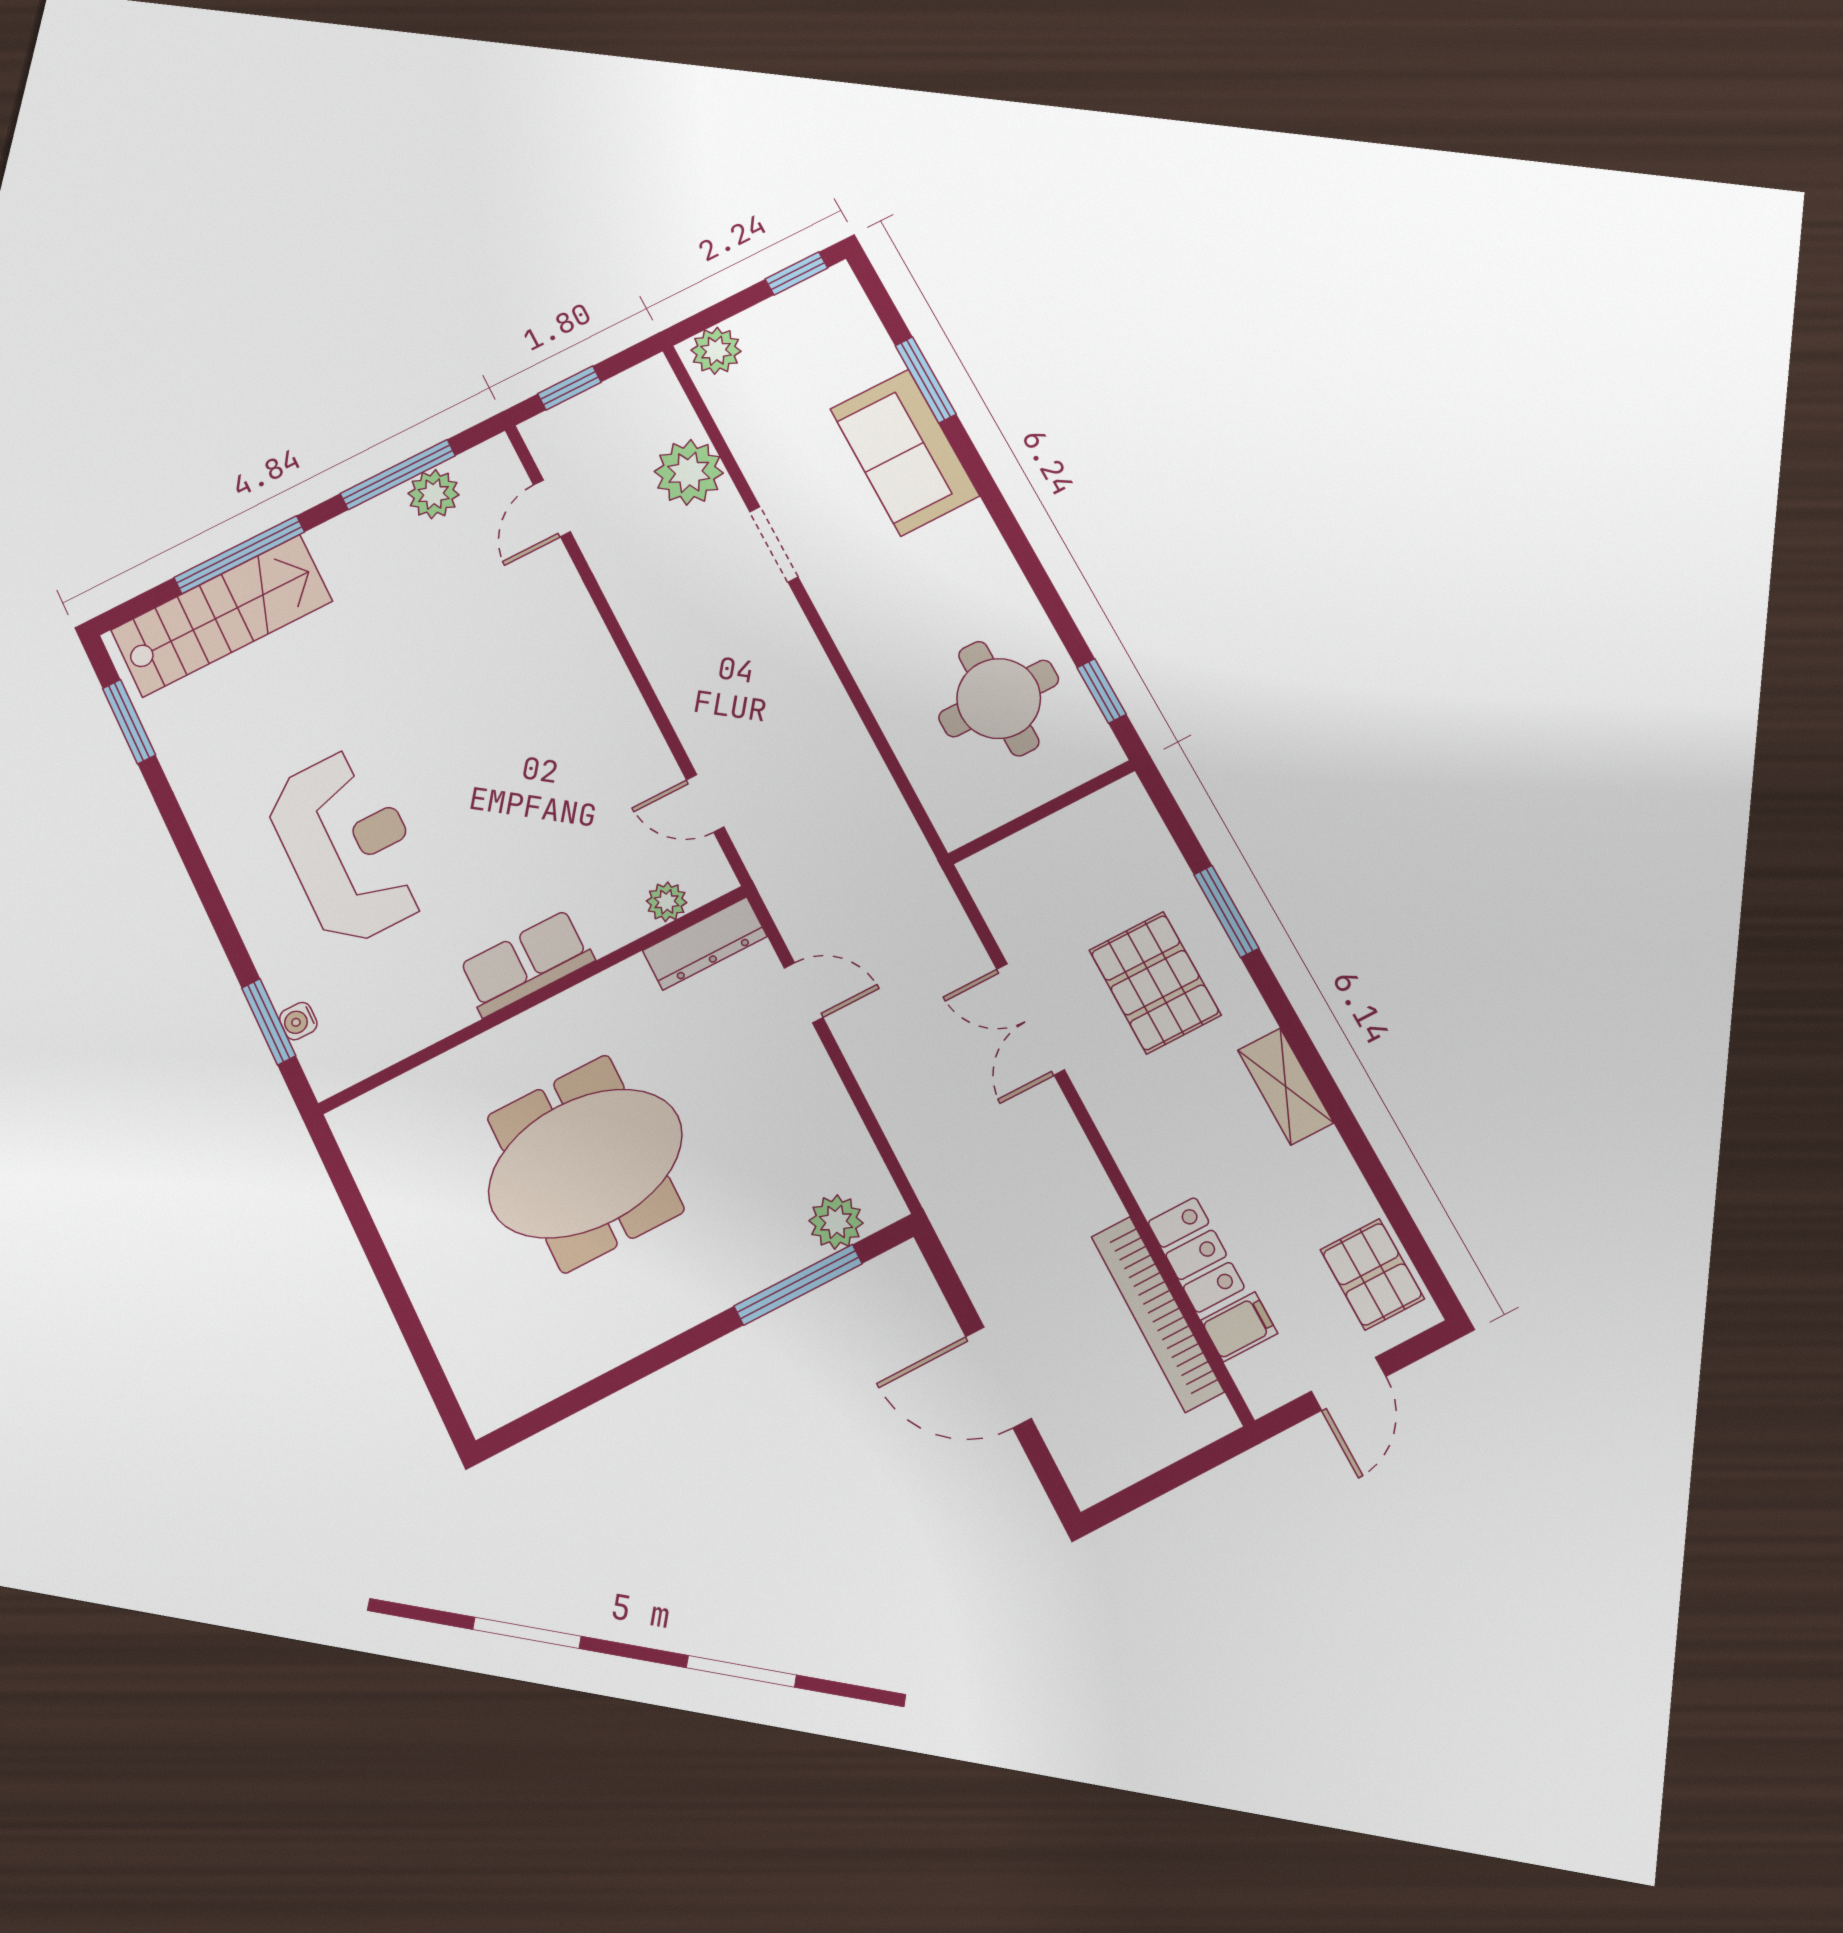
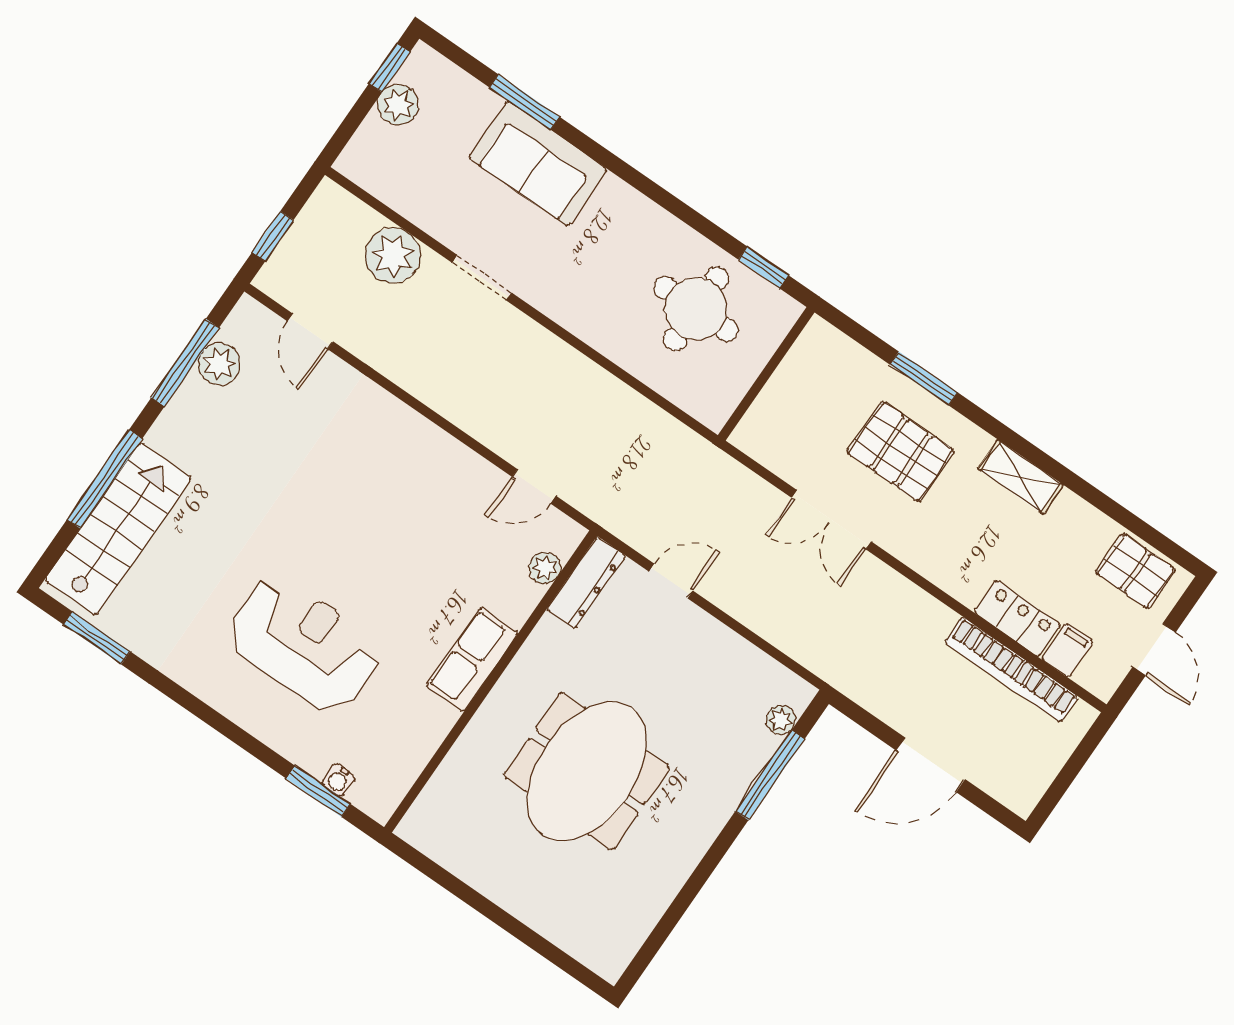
plant: (716, 351) -> (398, 105), moved
plant: (836, 1222) -> (781, 720), width x0.73, depth x0.73

